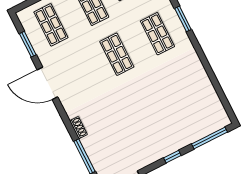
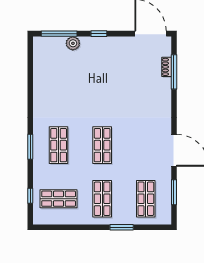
shoe rack: (79, 128) -> (167, 67), moved
plant: (192, 135) -> (73, 43), added

